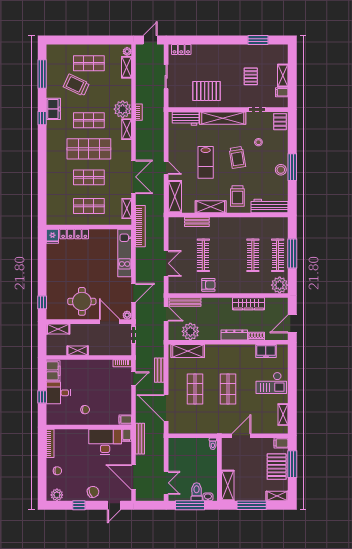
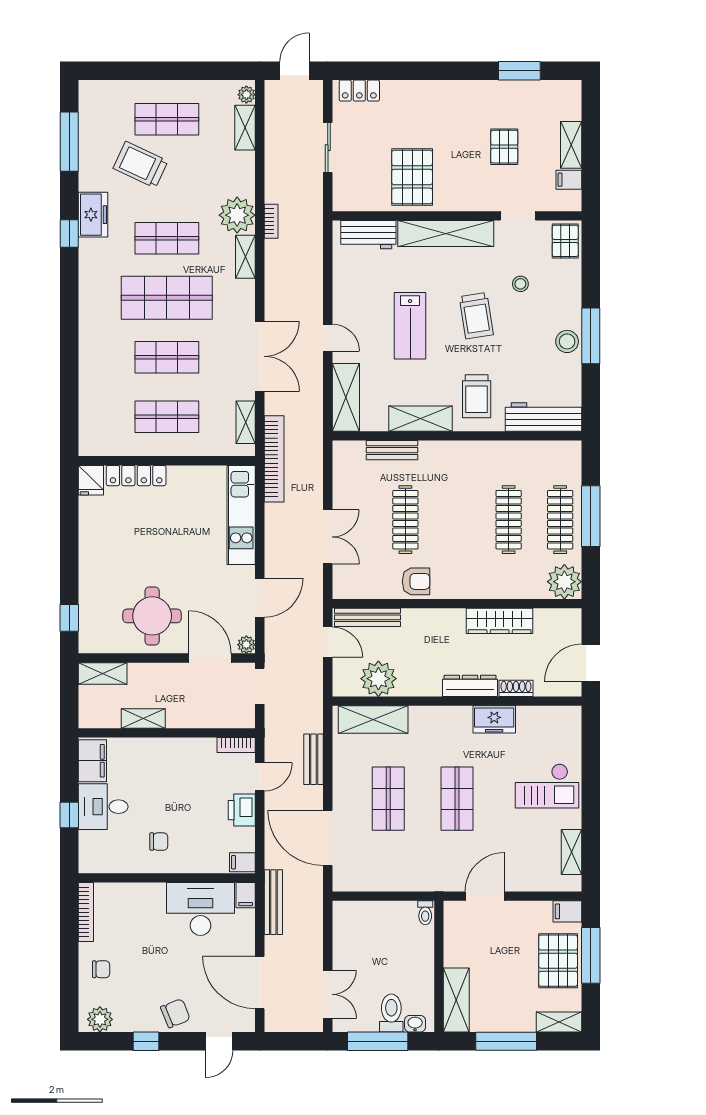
pallet: (207, 91) -> (412, 177), turned 90
freezer: (266, 351) -> (494, 719), moved
printer: (125, 394) -> (242, 810), added

